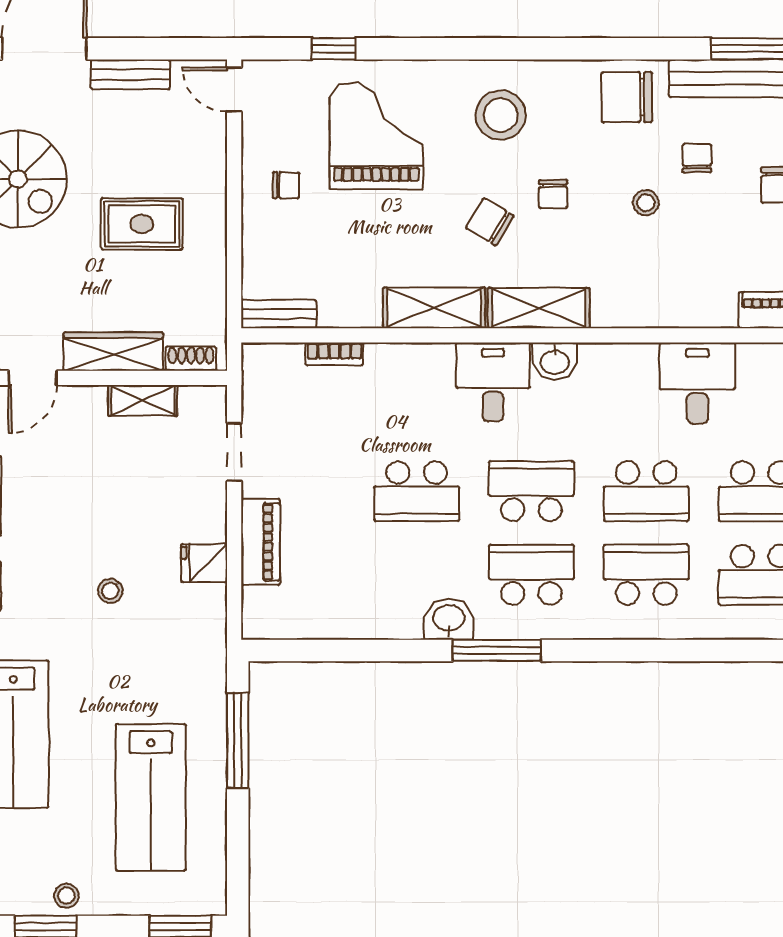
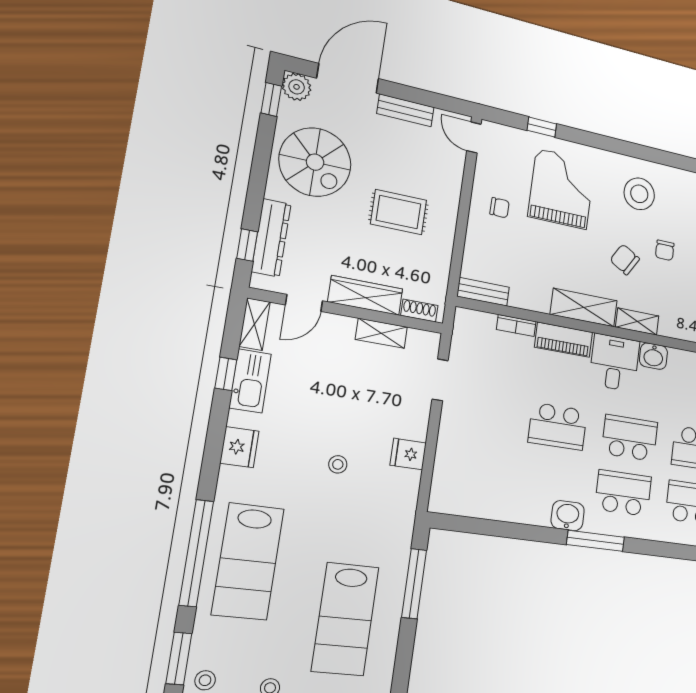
shelving: (539, 308) -> (637, 322), width x0.67, depth x0.75
piano: (261, 542) -> (564, 340), moved, turned 90

